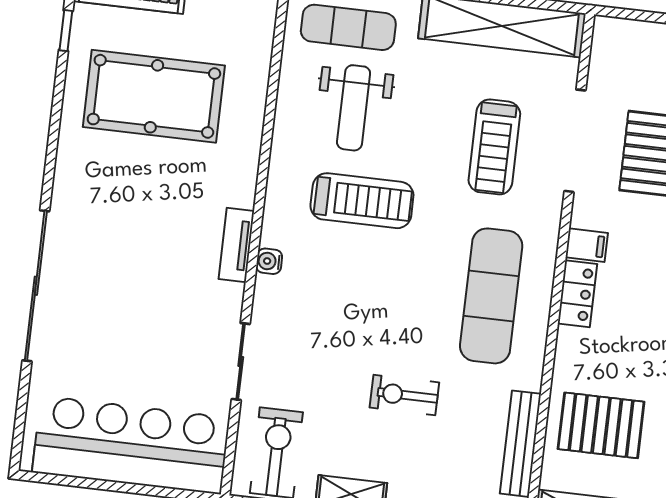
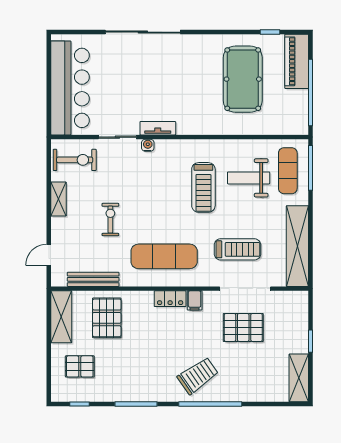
treadmill: (494, 147) -> (237, 249), turned 180
tv unit: (236, 245) -> (158, 128), moved
water cooler: (269, 261) -> (148, 145), moved

